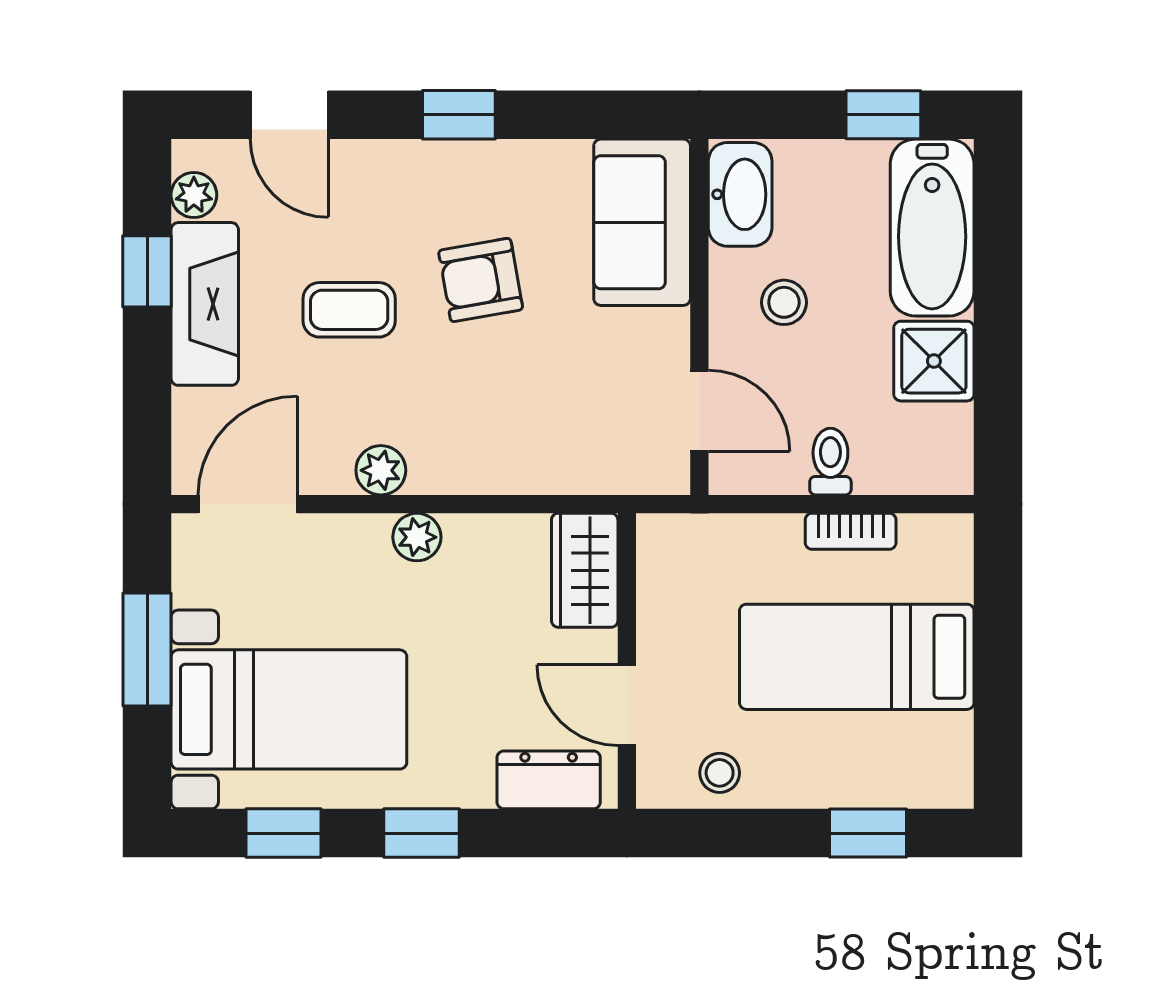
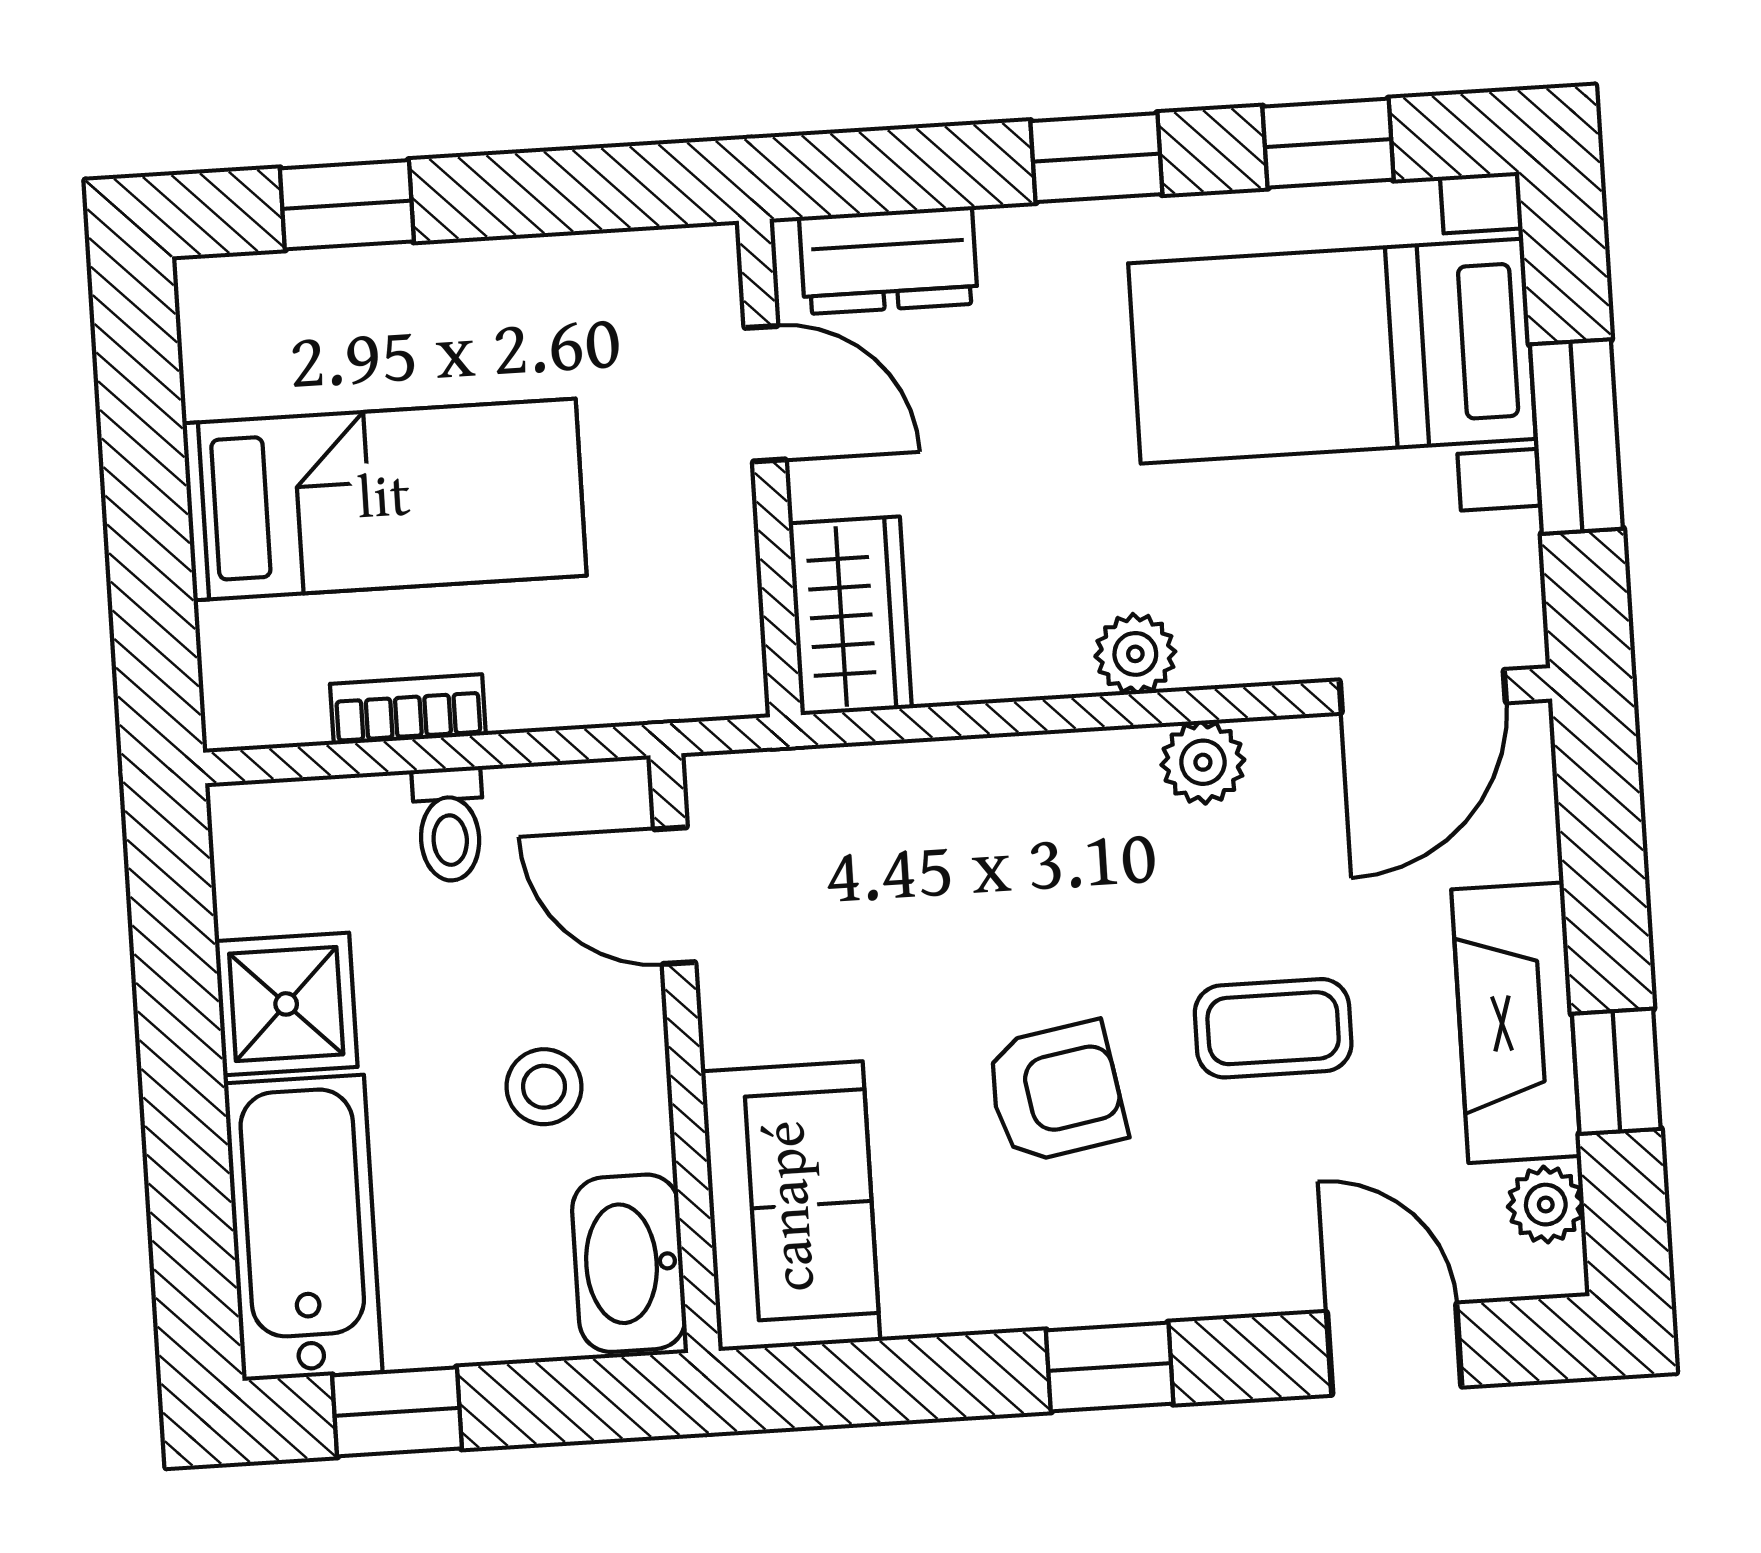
stool: (720, 773) -> (602, 290), removed

